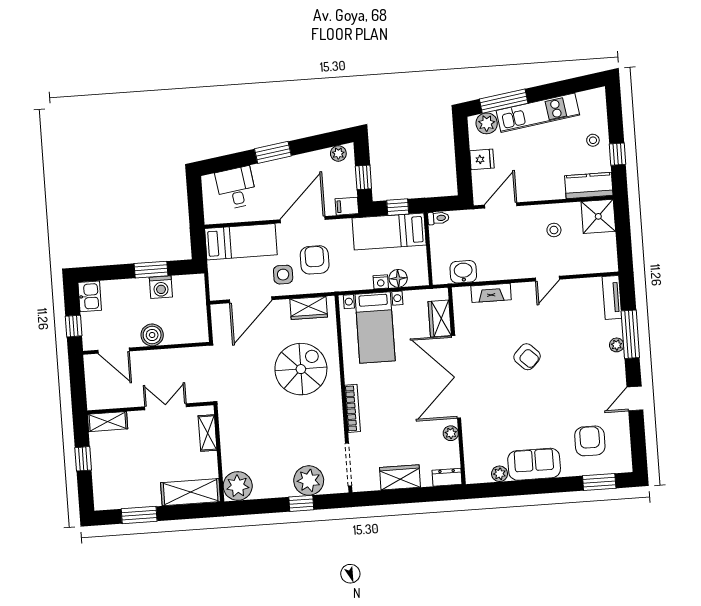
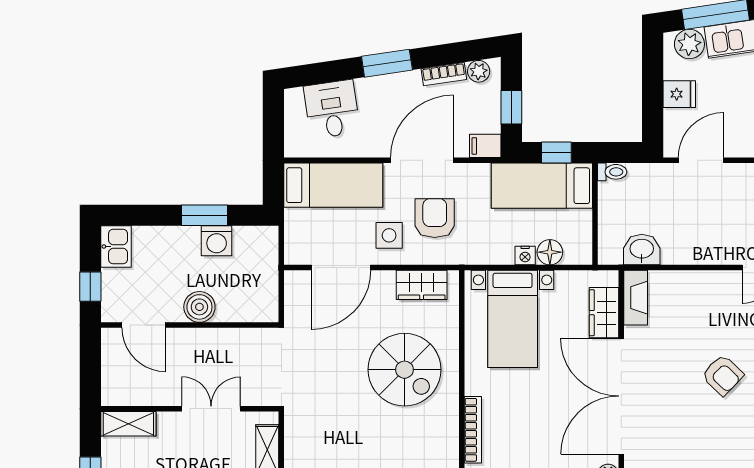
bookcase: (314, 157) -> (444, 74), added
fireplace: (491, 293) -> (636, 298), moved, turned -90
spiral stairs: (301, 369) -> (405, 370), turned 90

